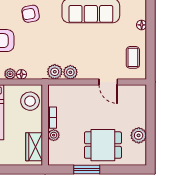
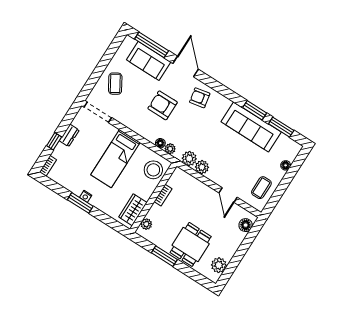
plant: (10, 74) -> (170, 149), moved
floor lamp: (140, 98) -> (246, 225), added
plant: (54, 135) -> (146, 224), moved
plant: (139, 135) -> (219, 265), moved
dining table: (103, 145) -> (191, 244), turned 90

